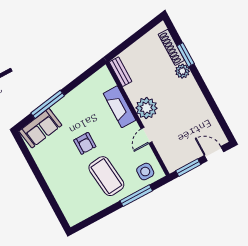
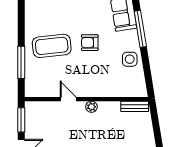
fireplace: (119, 107) -> (105, 89), removed
plant: (146, 108) -> (91, 107), width x0.53, depth x0.53
side table: (145, 172) -> (130, 59), moved

